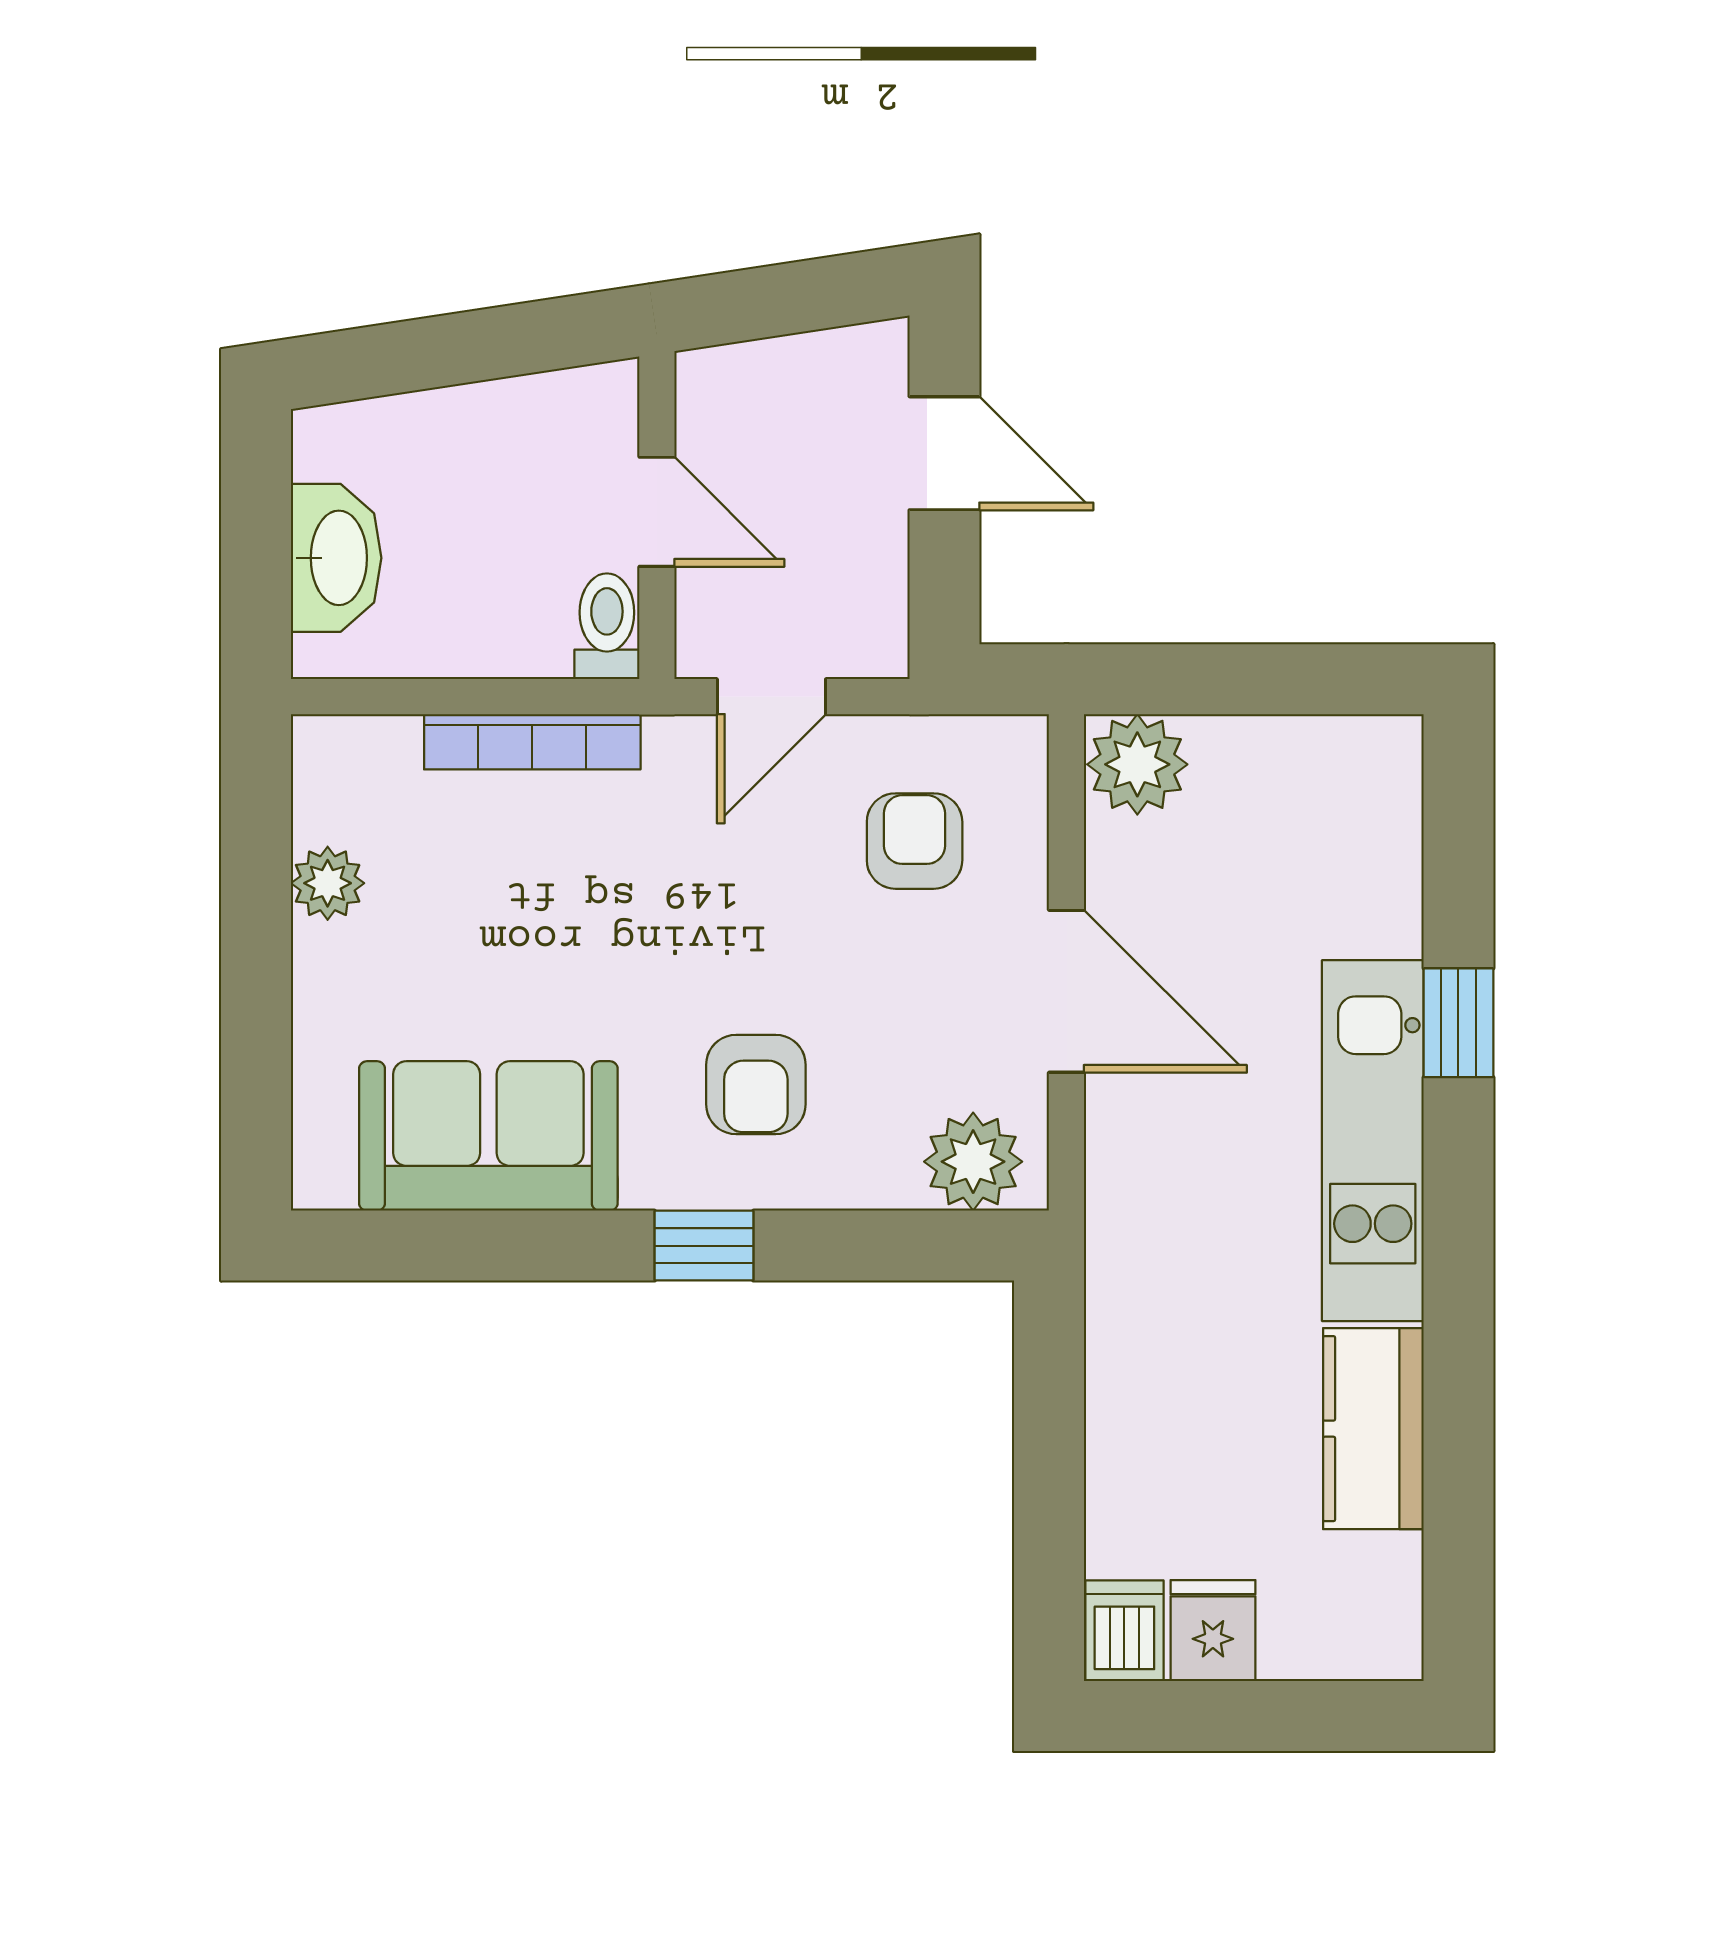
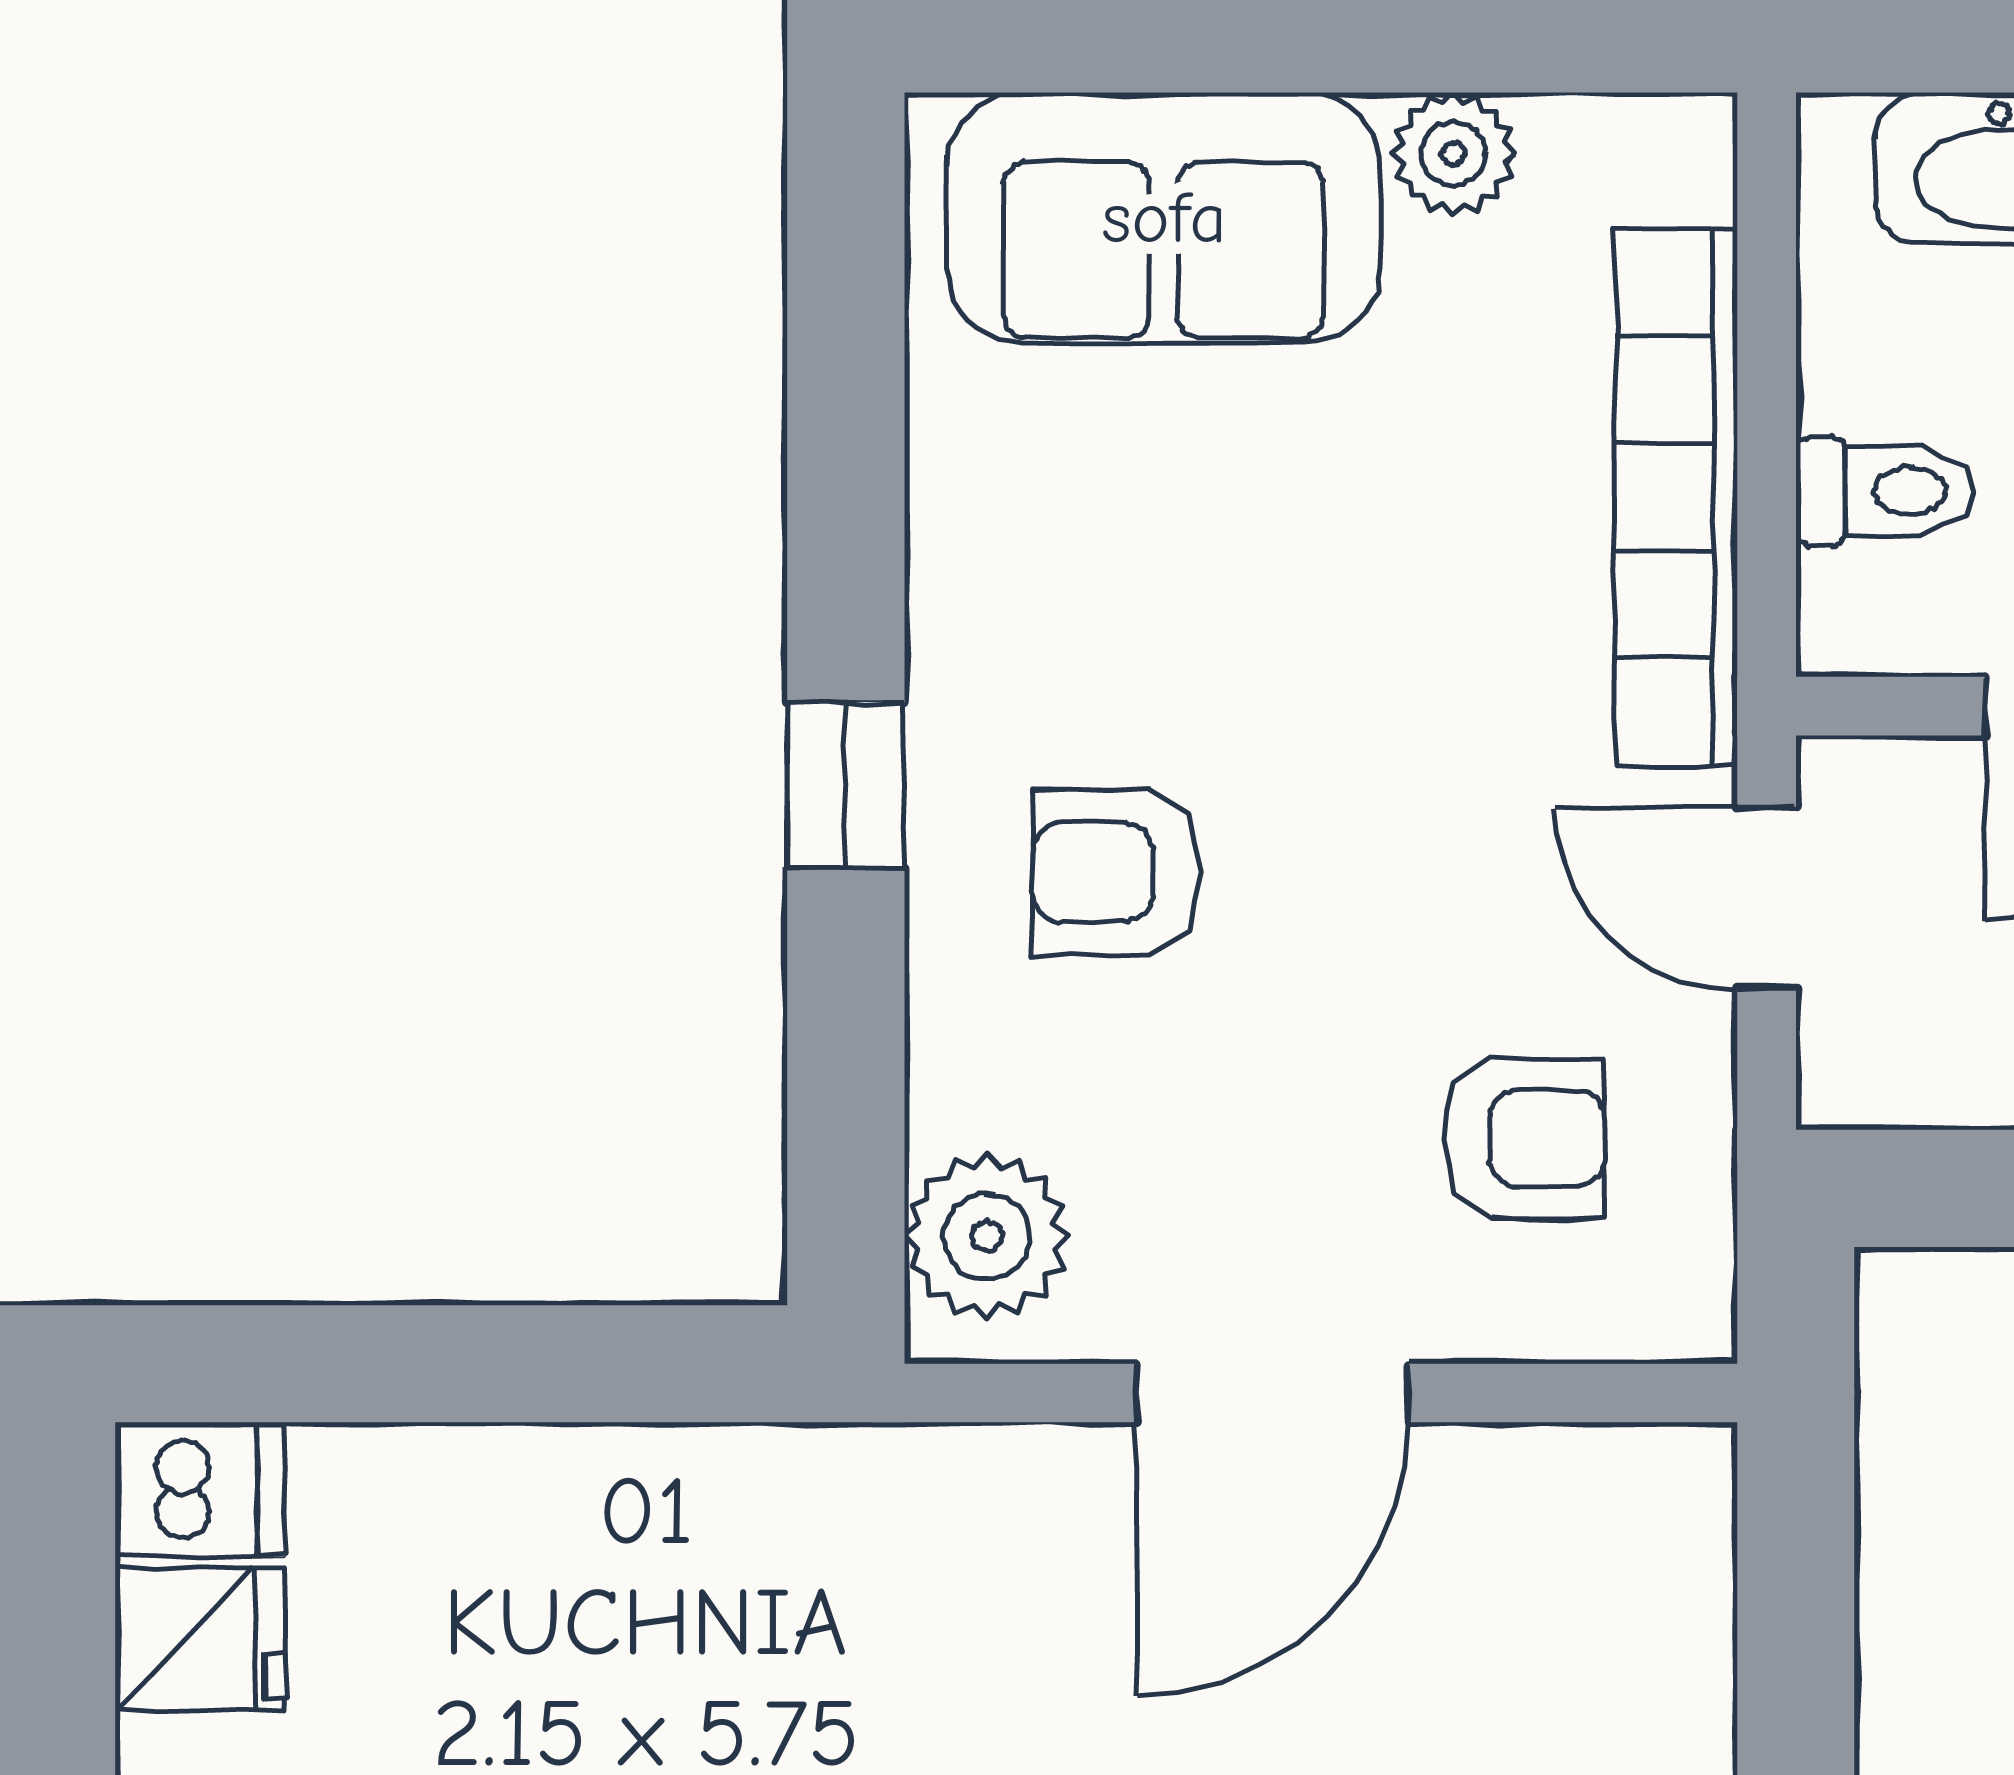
toilet: (607, 626) -> (1885, 491), moved
bookcase: (532, 742) -> (1676, 497), width x1.48, depth x1.31
plant: (1137, 764) -> (1653, 1512), removed
sofa: (488, 1136) -> (1164, 218), moved, turned 90

